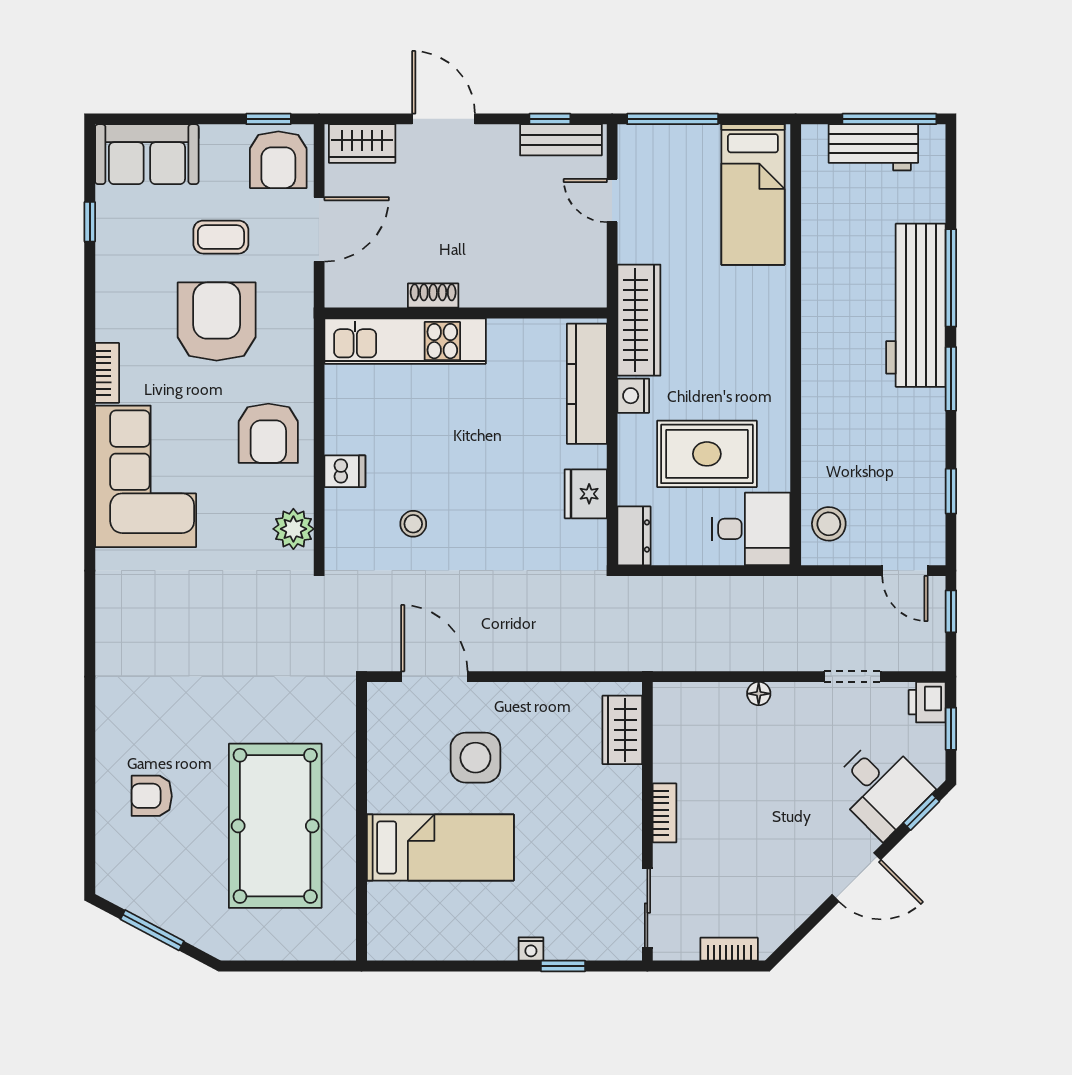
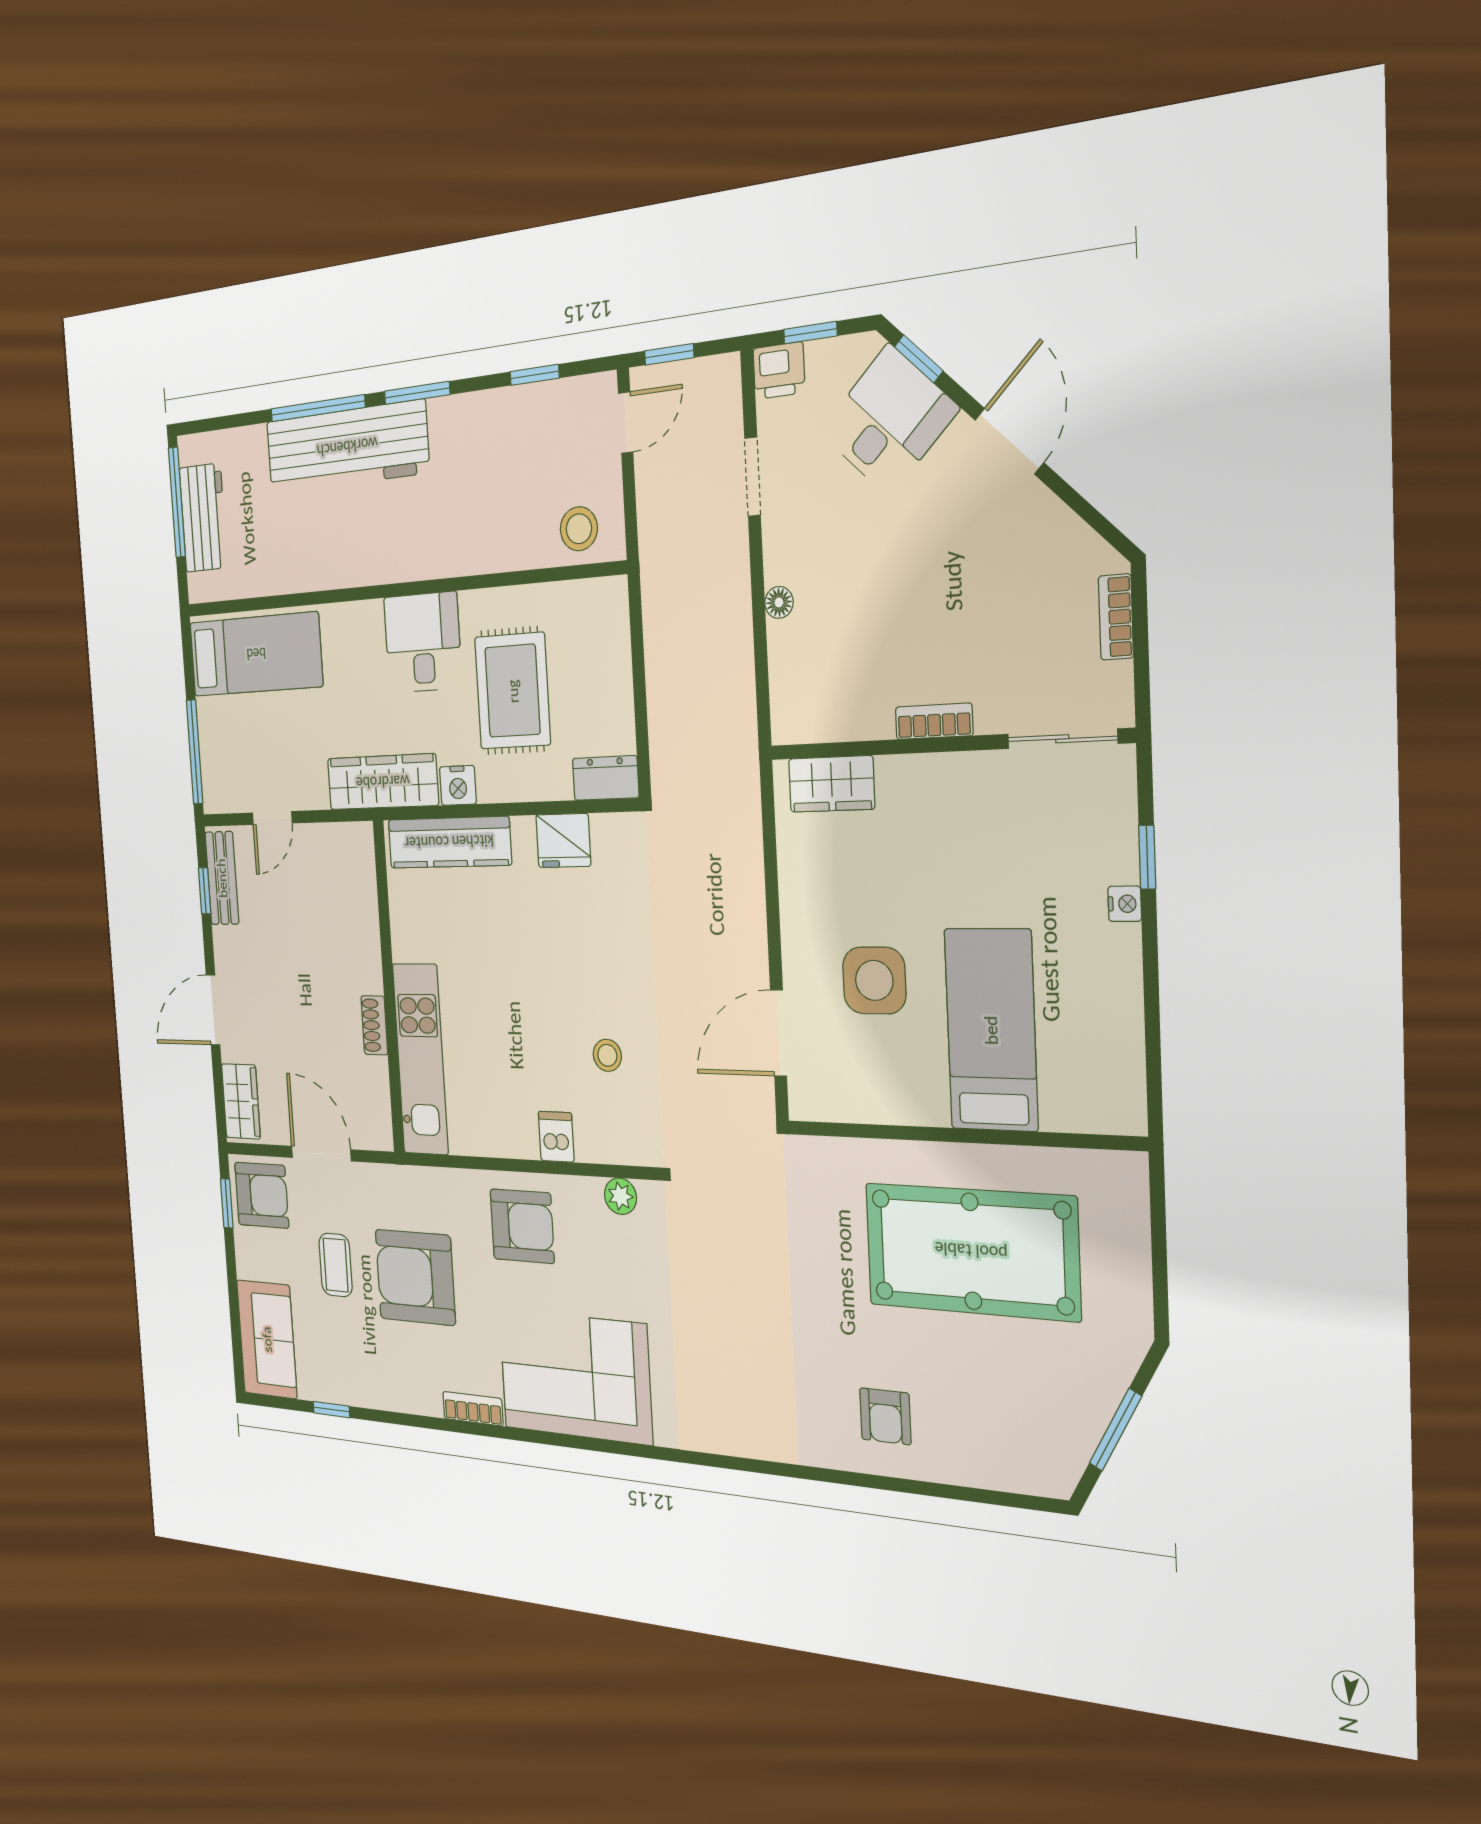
plant: (293, 529) -> (620, 1196), width x0.73, depth x0.73
desk: (751, 529) -> (423, 642), moved
armchair: (152, 796) -> (885, 1416), moved

